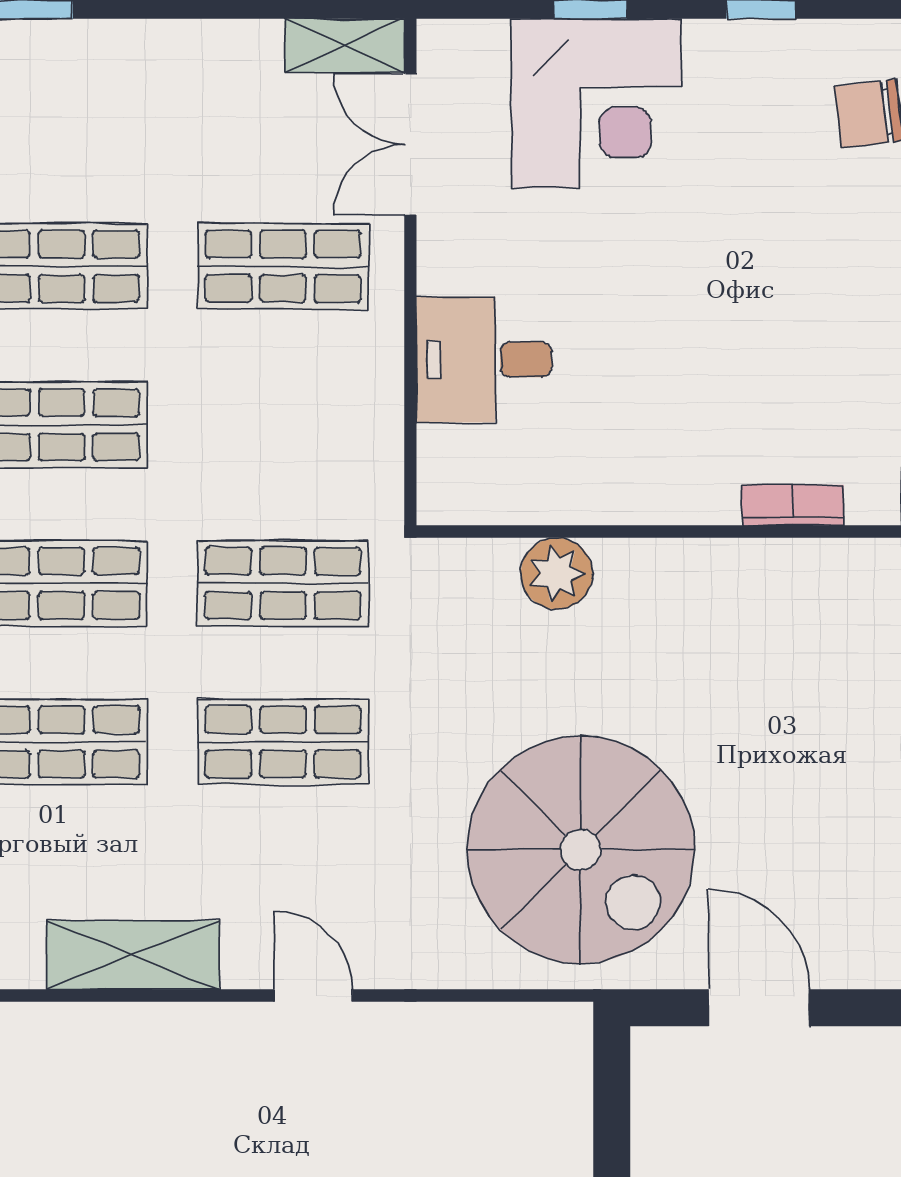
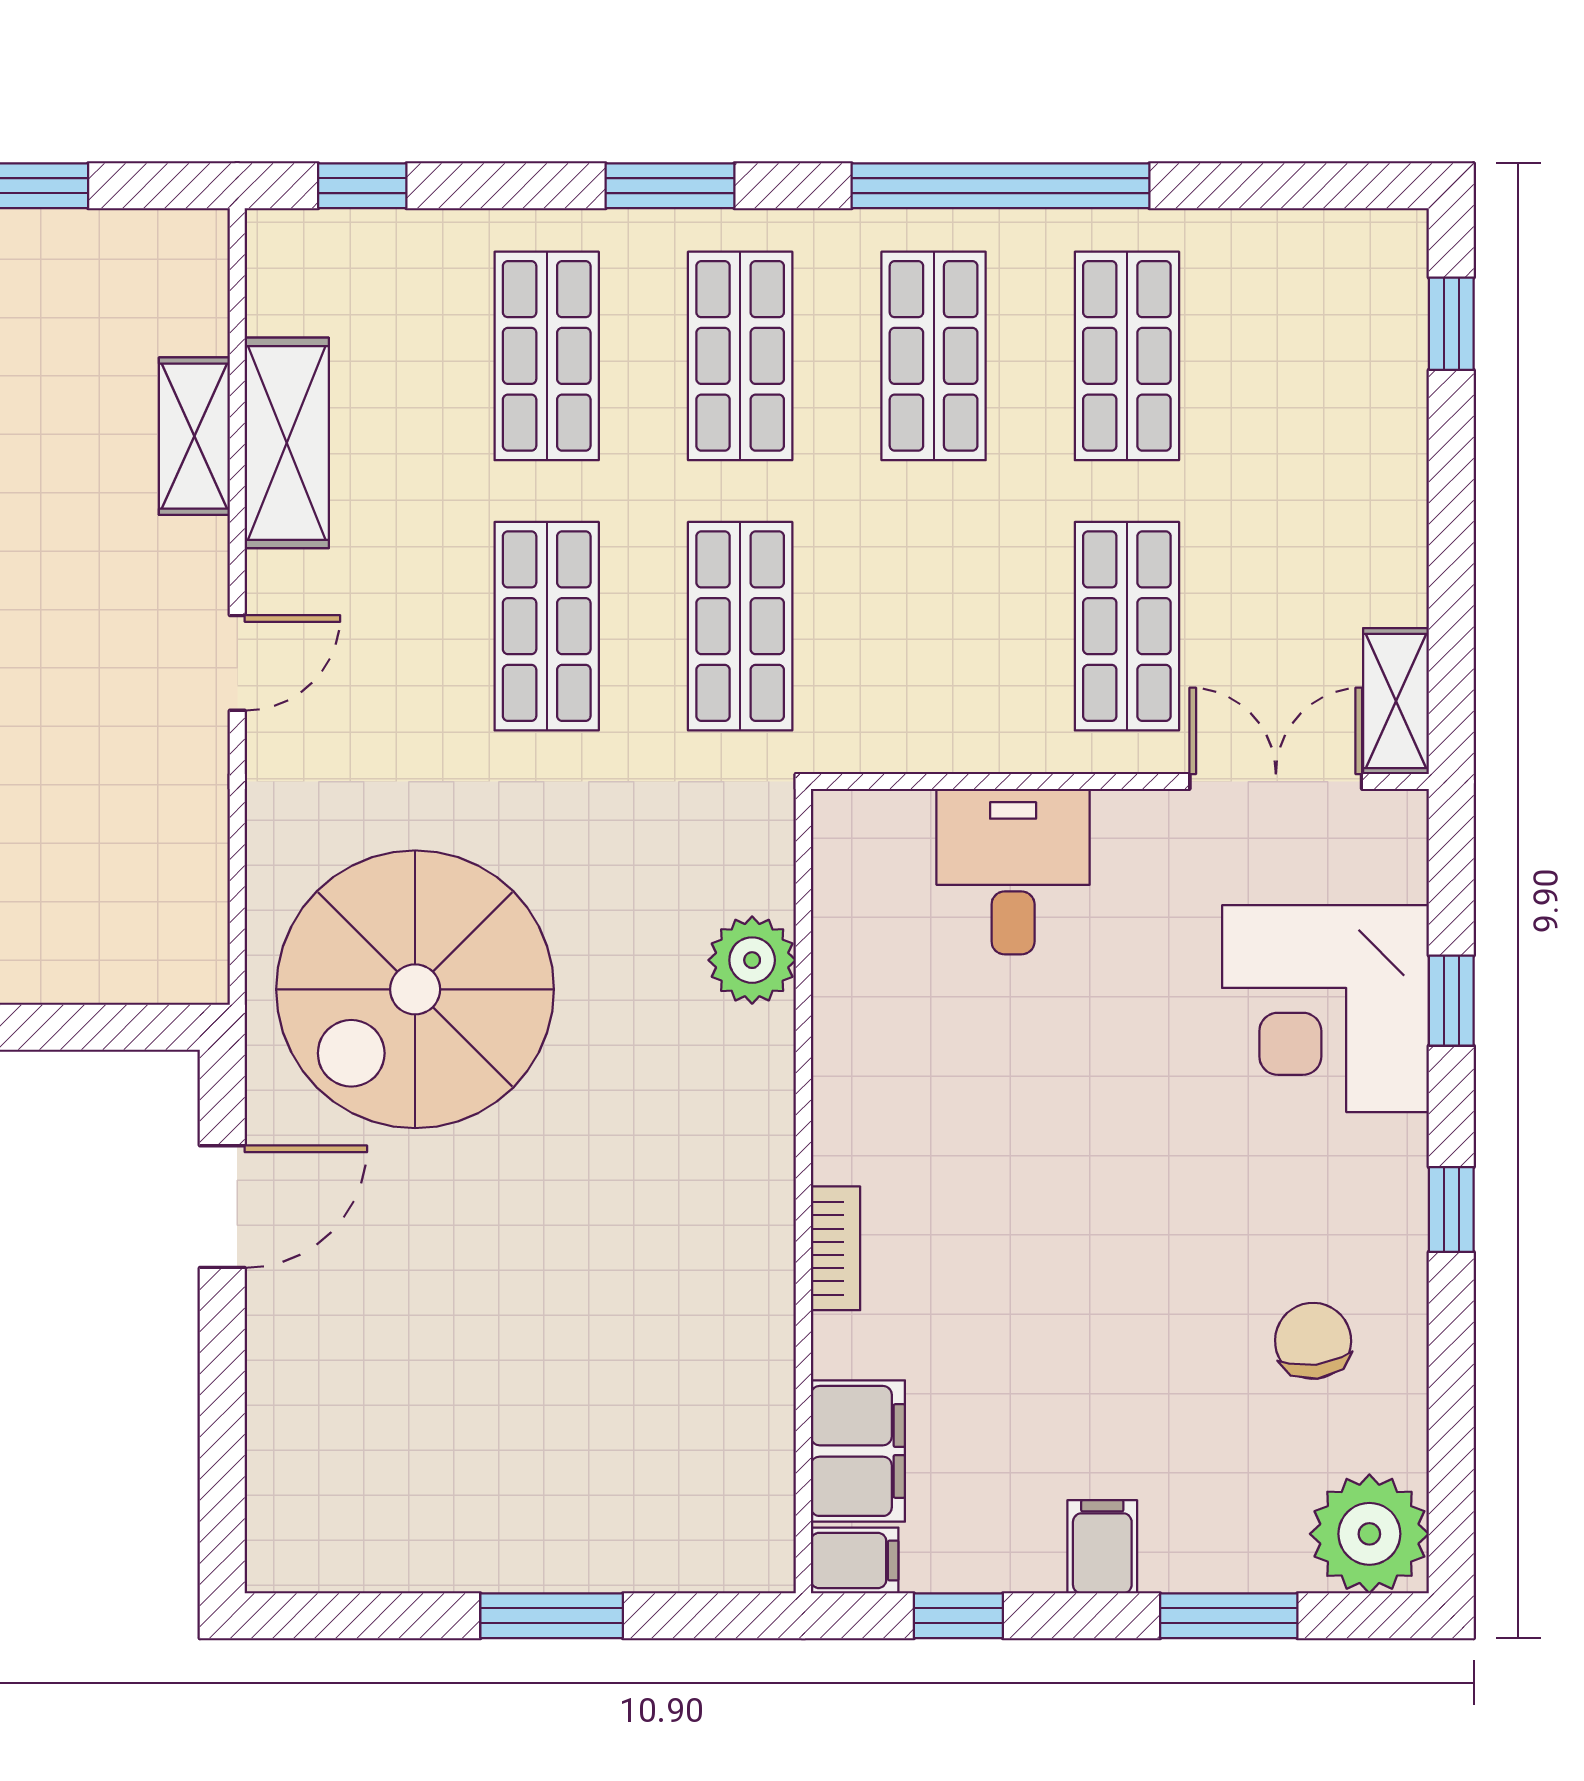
shelving: (127, 1031) -> (194, 436), added

